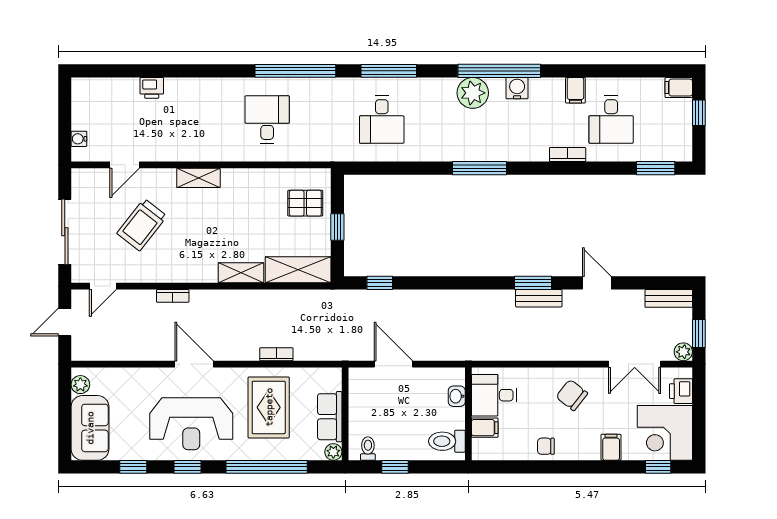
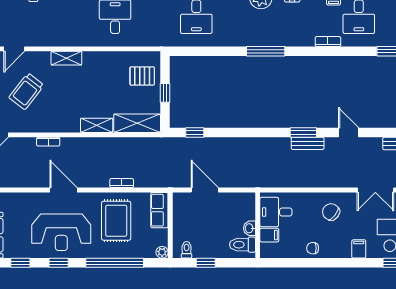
washbasin: (457, 396) -> (249, 228), moved
row of seats: (330, 417) -> (159, 210), moved

